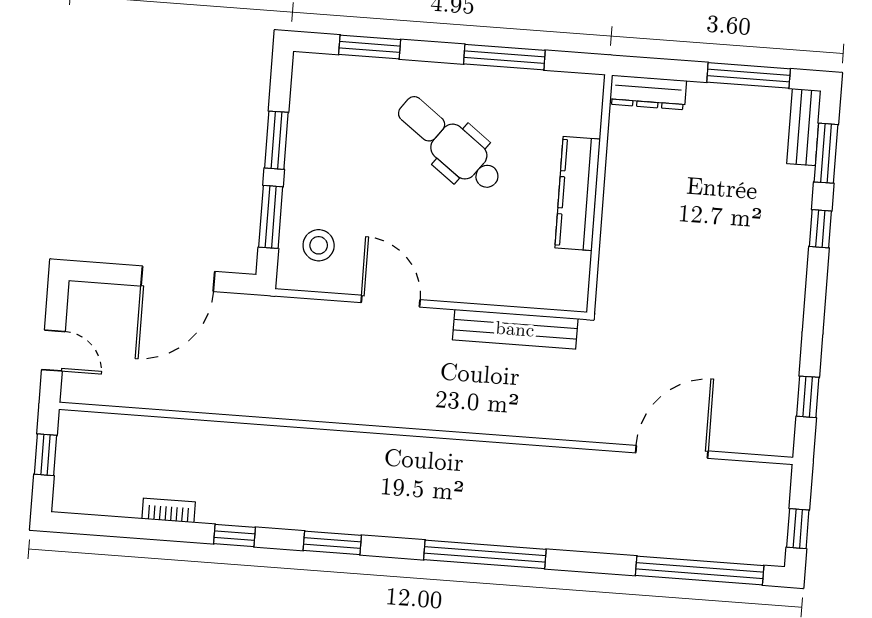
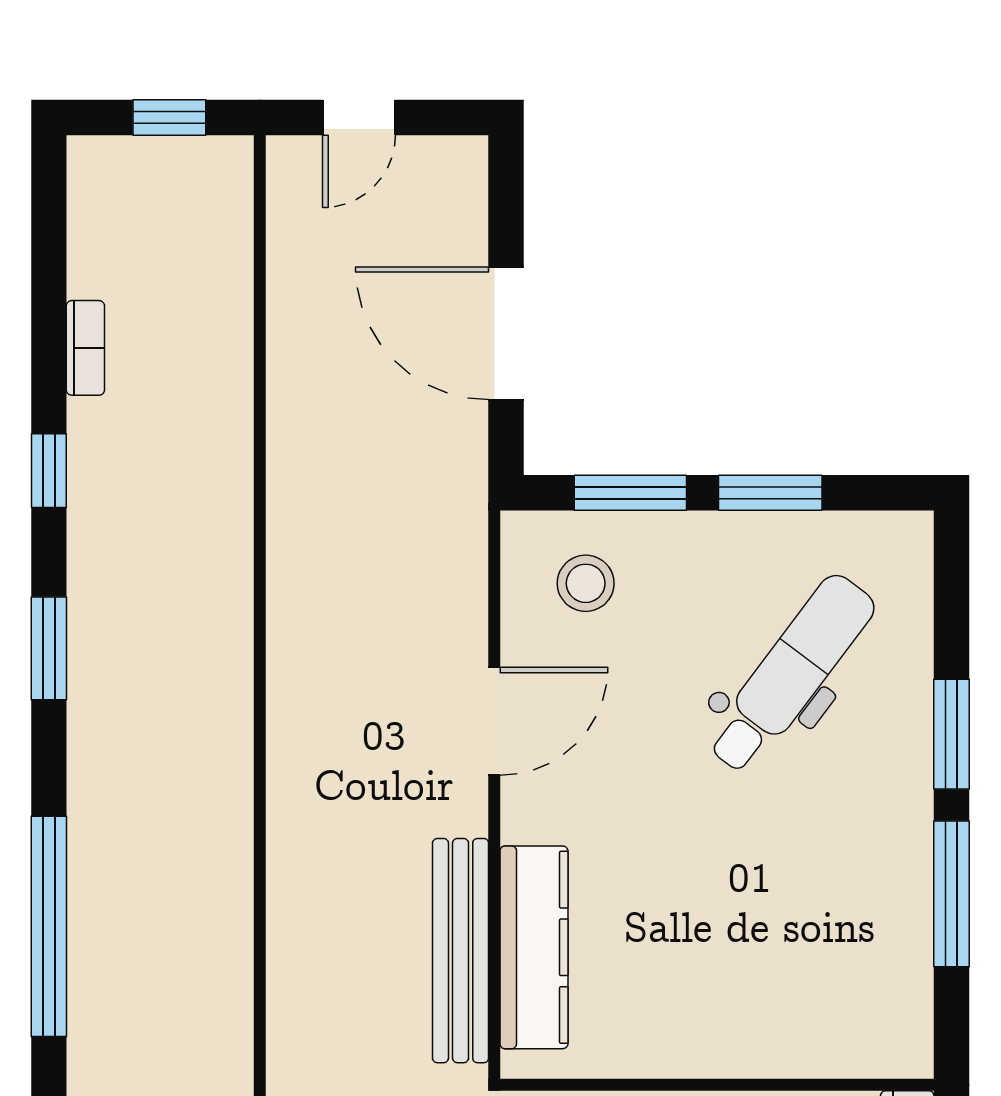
window: (370, 47) -> (952, 734), moved
dental chair: (450, 144) -> (791, 674), moved
kitchen counter: (578, 193) -> (534, 947), moved, turned 90

